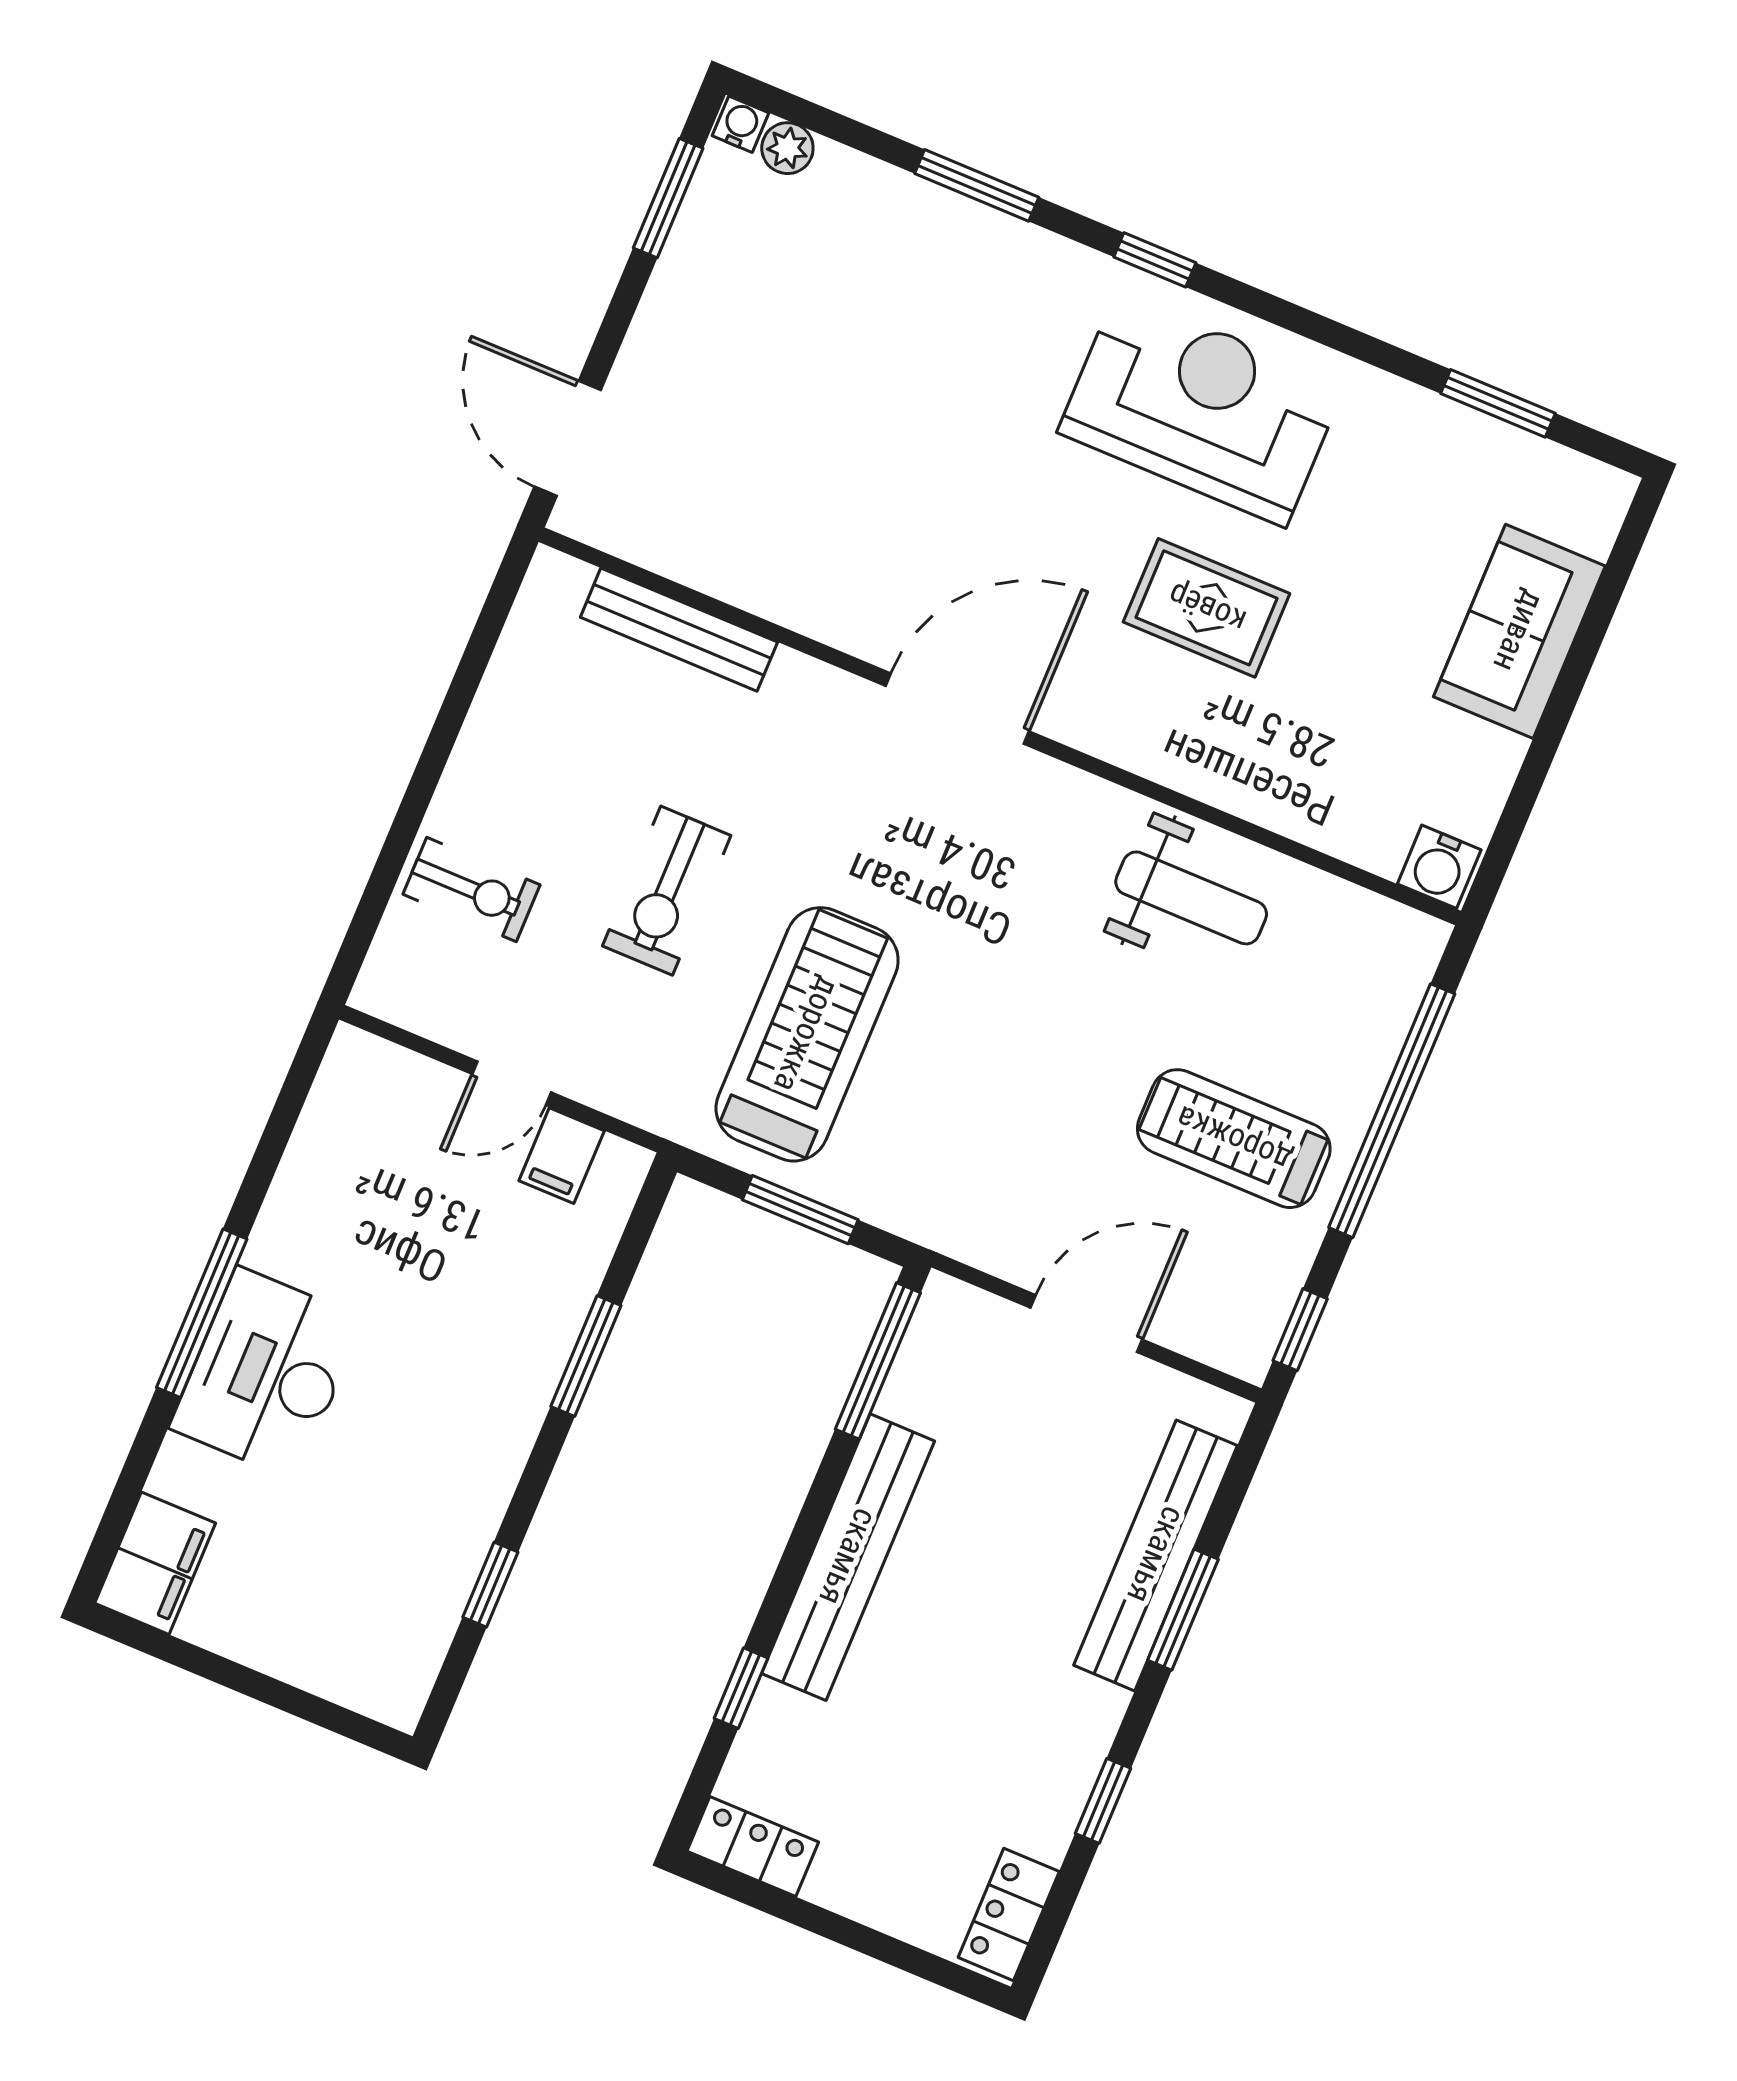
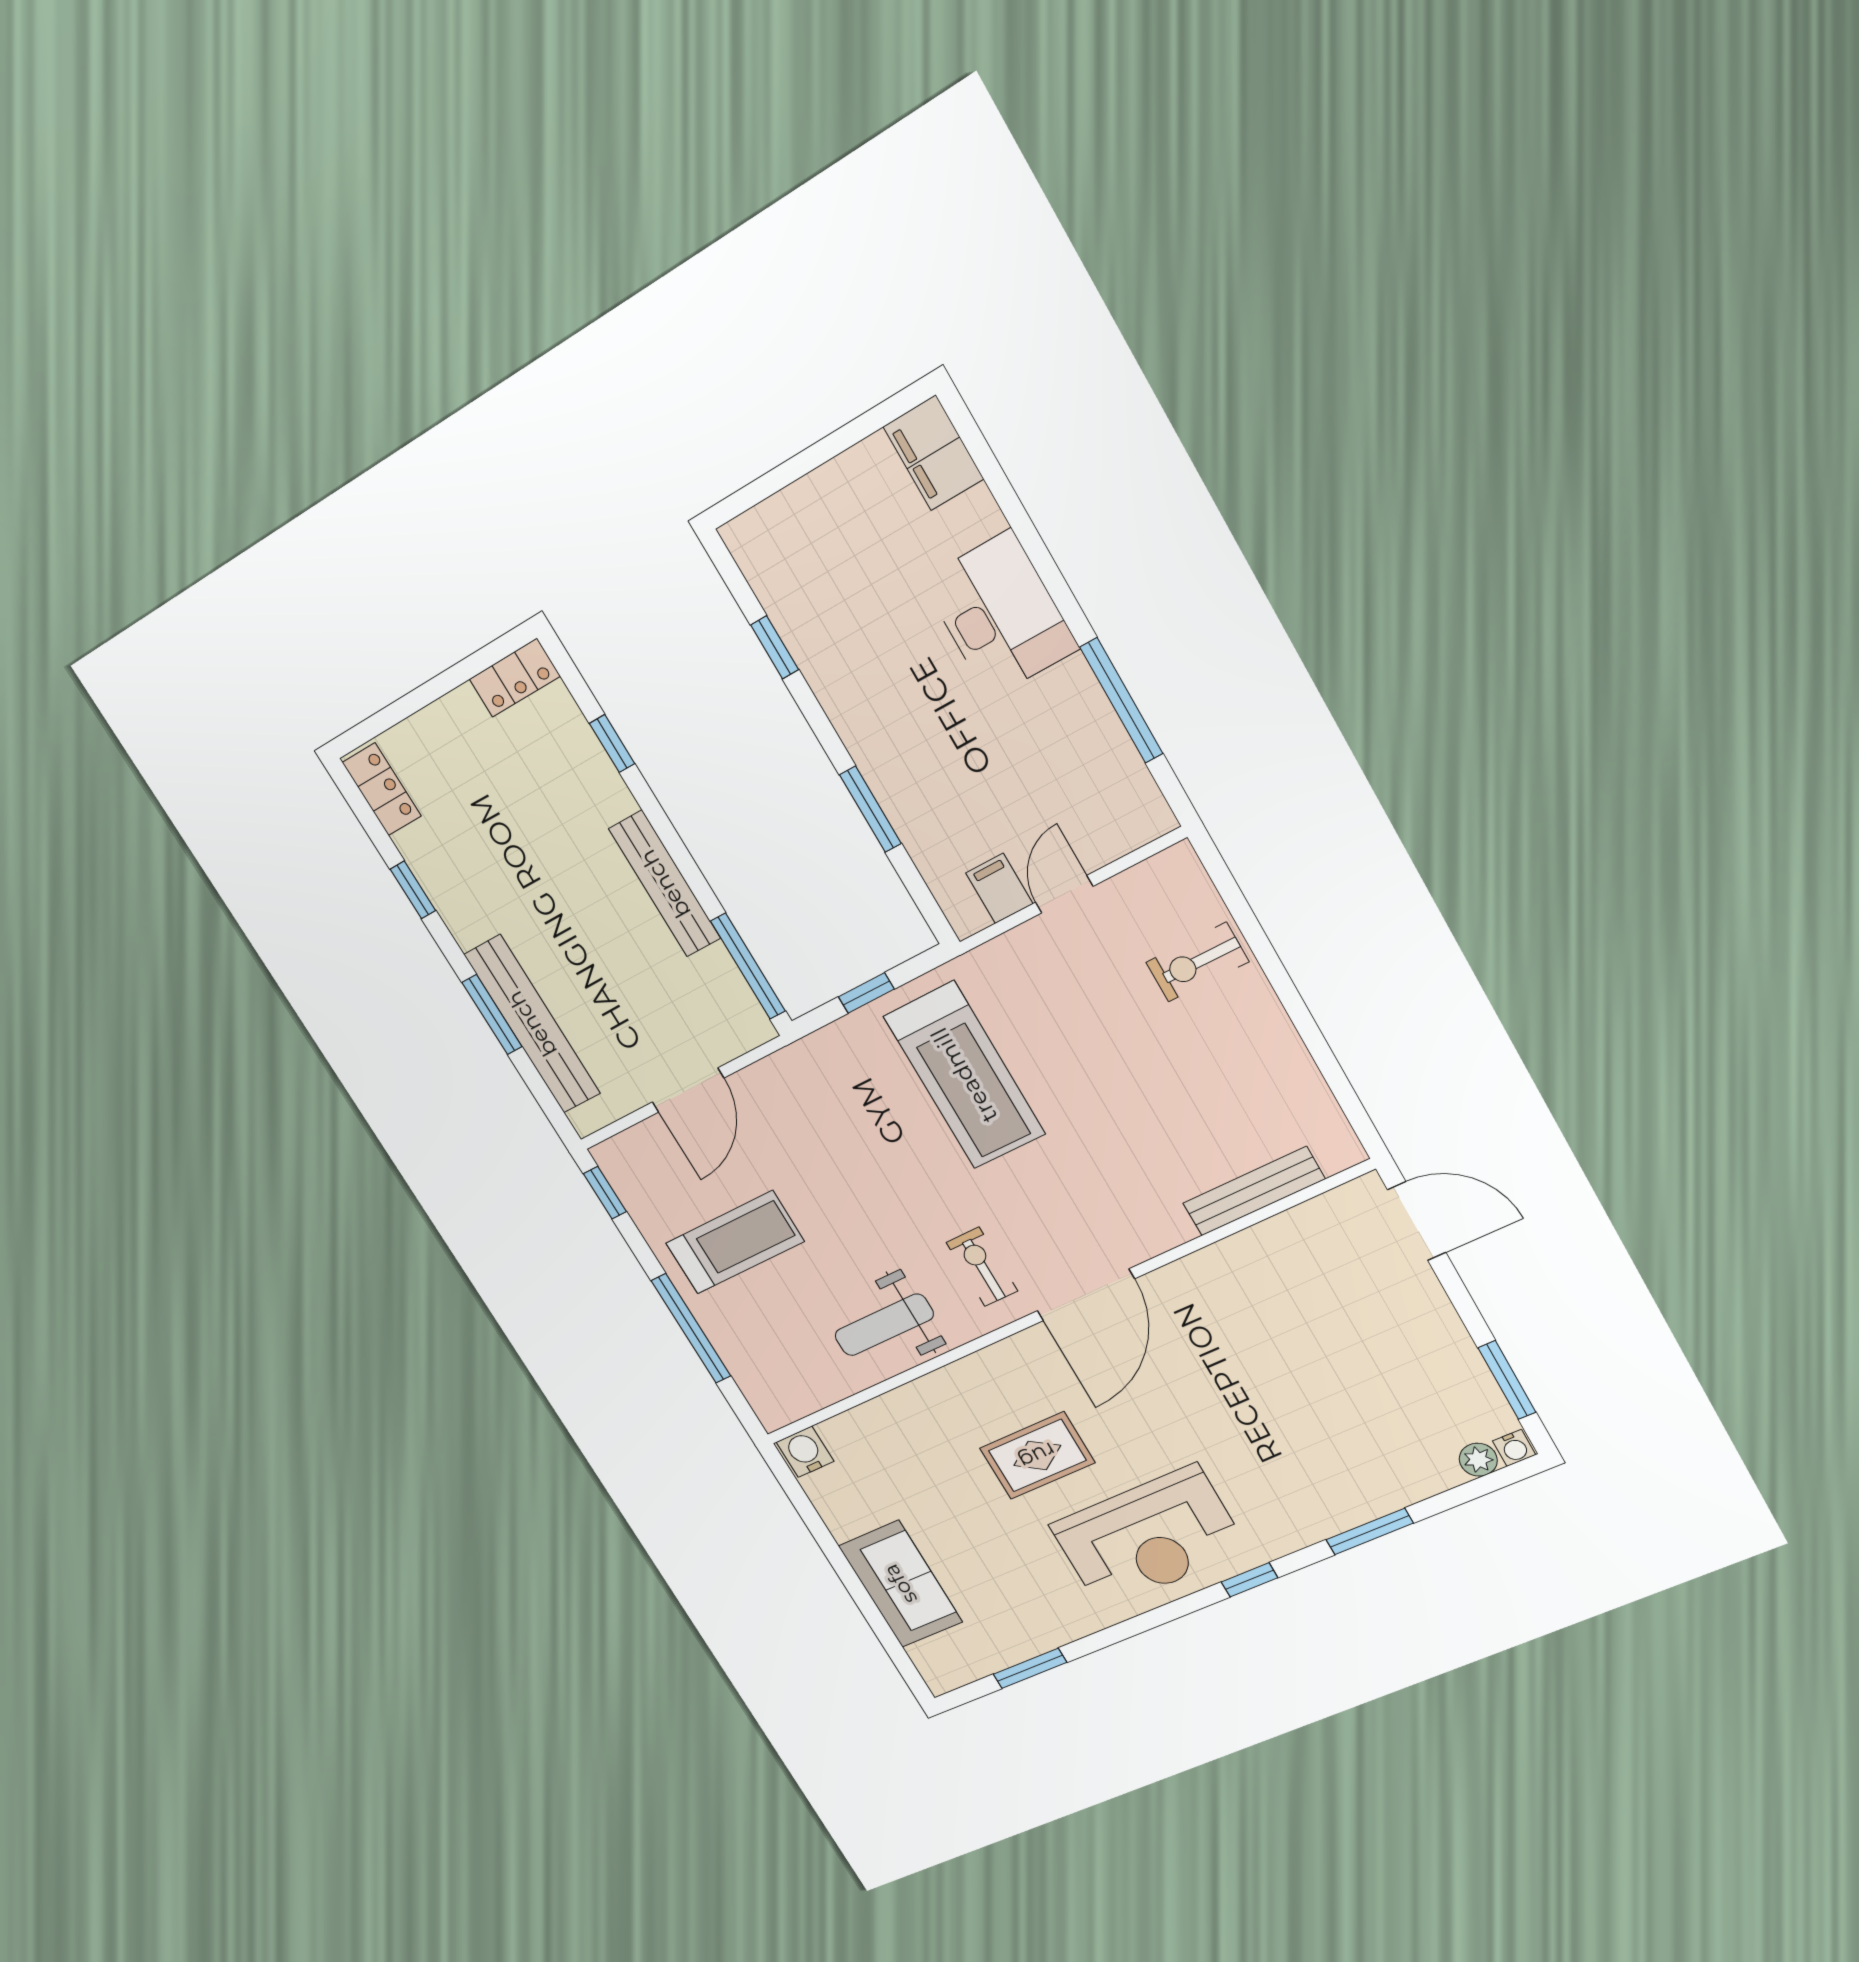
exercise bike: (667, 891) -> (982, 1267), moved, width x0.73, depth x0.72
window: (1392, 1111) -> (691, 1328), width x0.68
window: (800, 1210) -> (866, 993), width x0.67
window: (202, 1313) -> (1121, 700), moved
bench: (848, 1557) -> (665, 884), width x0.73, depth x0.82

